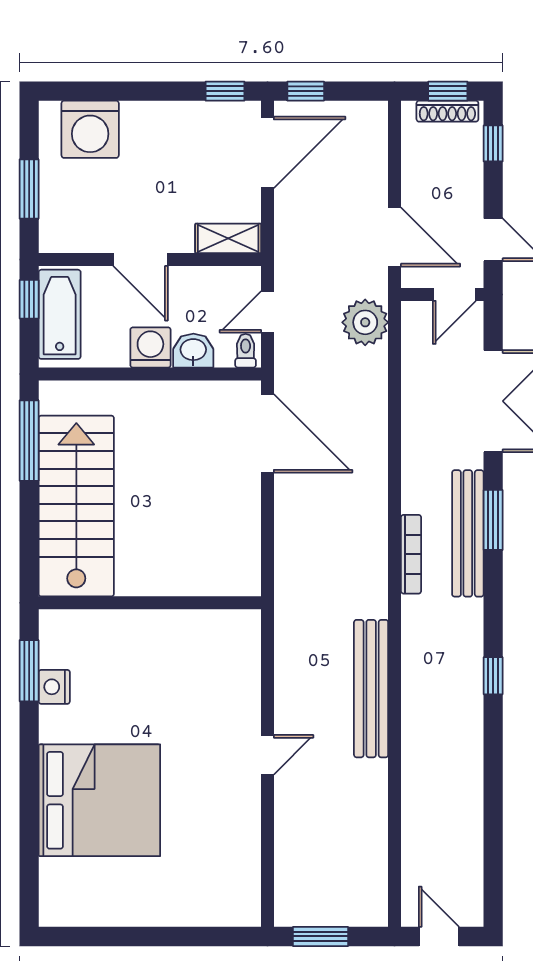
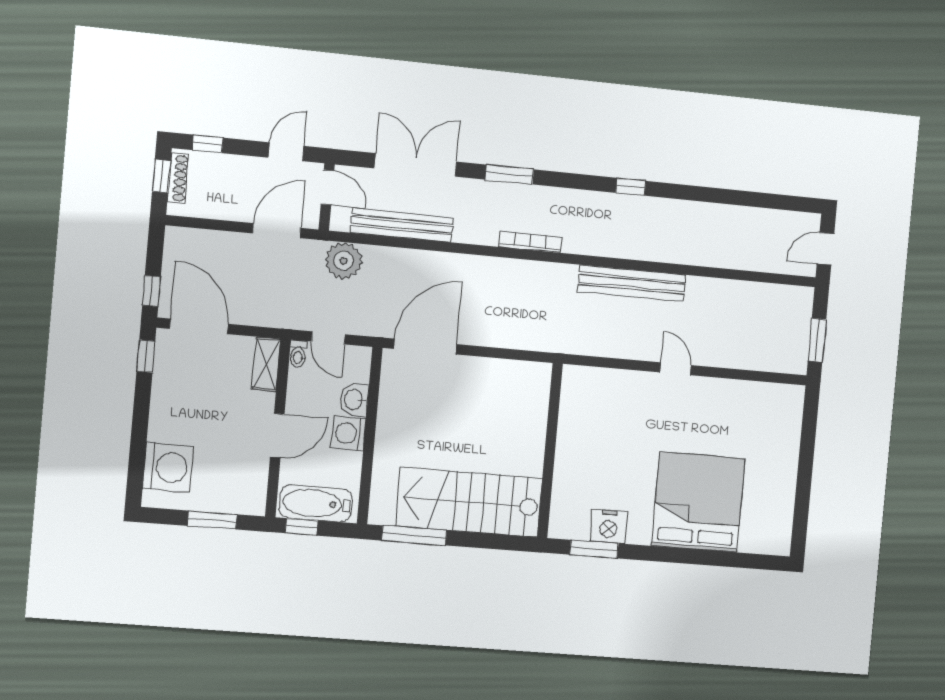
toilet: (246, 351) -> (298, 354), moved, turned -90
bench: (468, 533) -> (402, 225), moved
nightstand: (54, 687) -> (609, 526), width x1.36, depth x1.33

